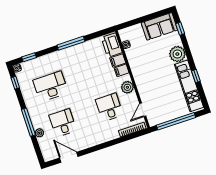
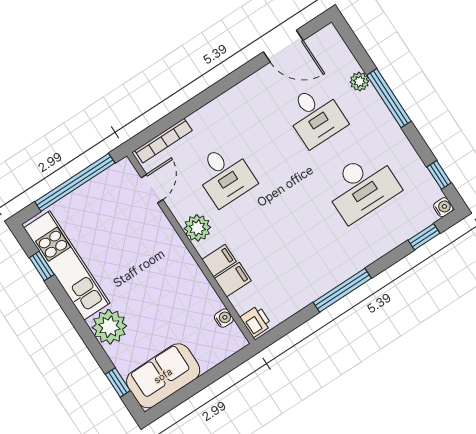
printer: (112, 45) -> (256, 321), width x0.53, depth x0.68
window: (196, 76) -> (42, 266), moved

